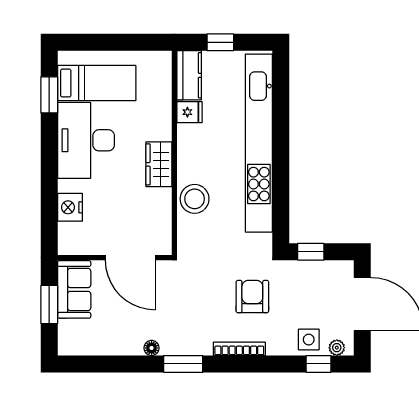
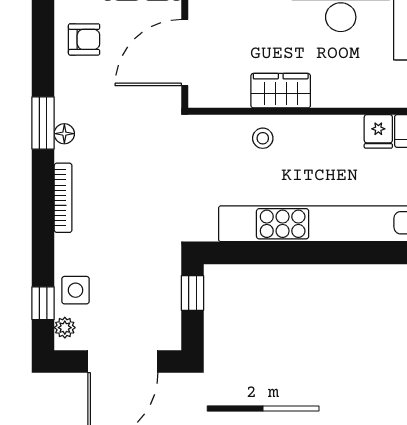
wardrobe: (159, 164) -> (281, 91), moved
stool: (195, 199) -> (263, 138), width x0.53, depth x0.53
armchair: (252, 297) -> (84, 39), moved, width x0.72, depth x0.72
floor lamp: (152, 348) -> (64, 134), moved

